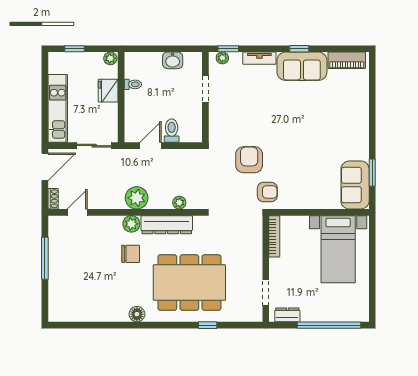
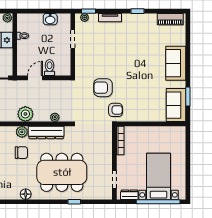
sofa: (302, 66) -> (176, 63), moved, turned 90
armchair: (249, 160) -> (103, 88), turned -90
bed with nightstands: (338, 249) -> (158, 176), moved, turned 180

